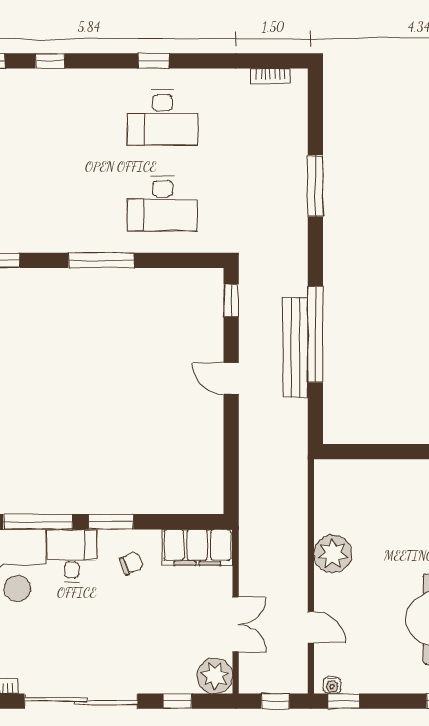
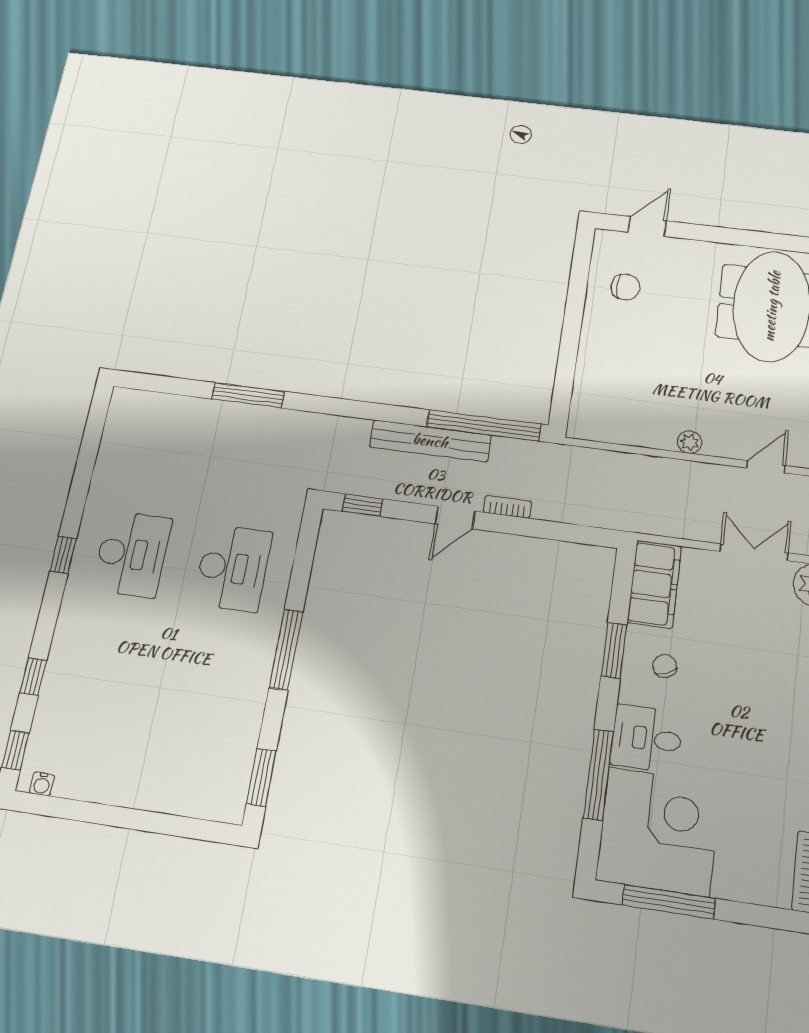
bookcase: (270, 76) -> (507, 507), moved, turned -90
window: (315, 334) -> (484, 425), moved
window: (111, 522) -> (614, 650), moved
plant: (333, 554) -> (690, 442), width x0.53, depth x0.53

